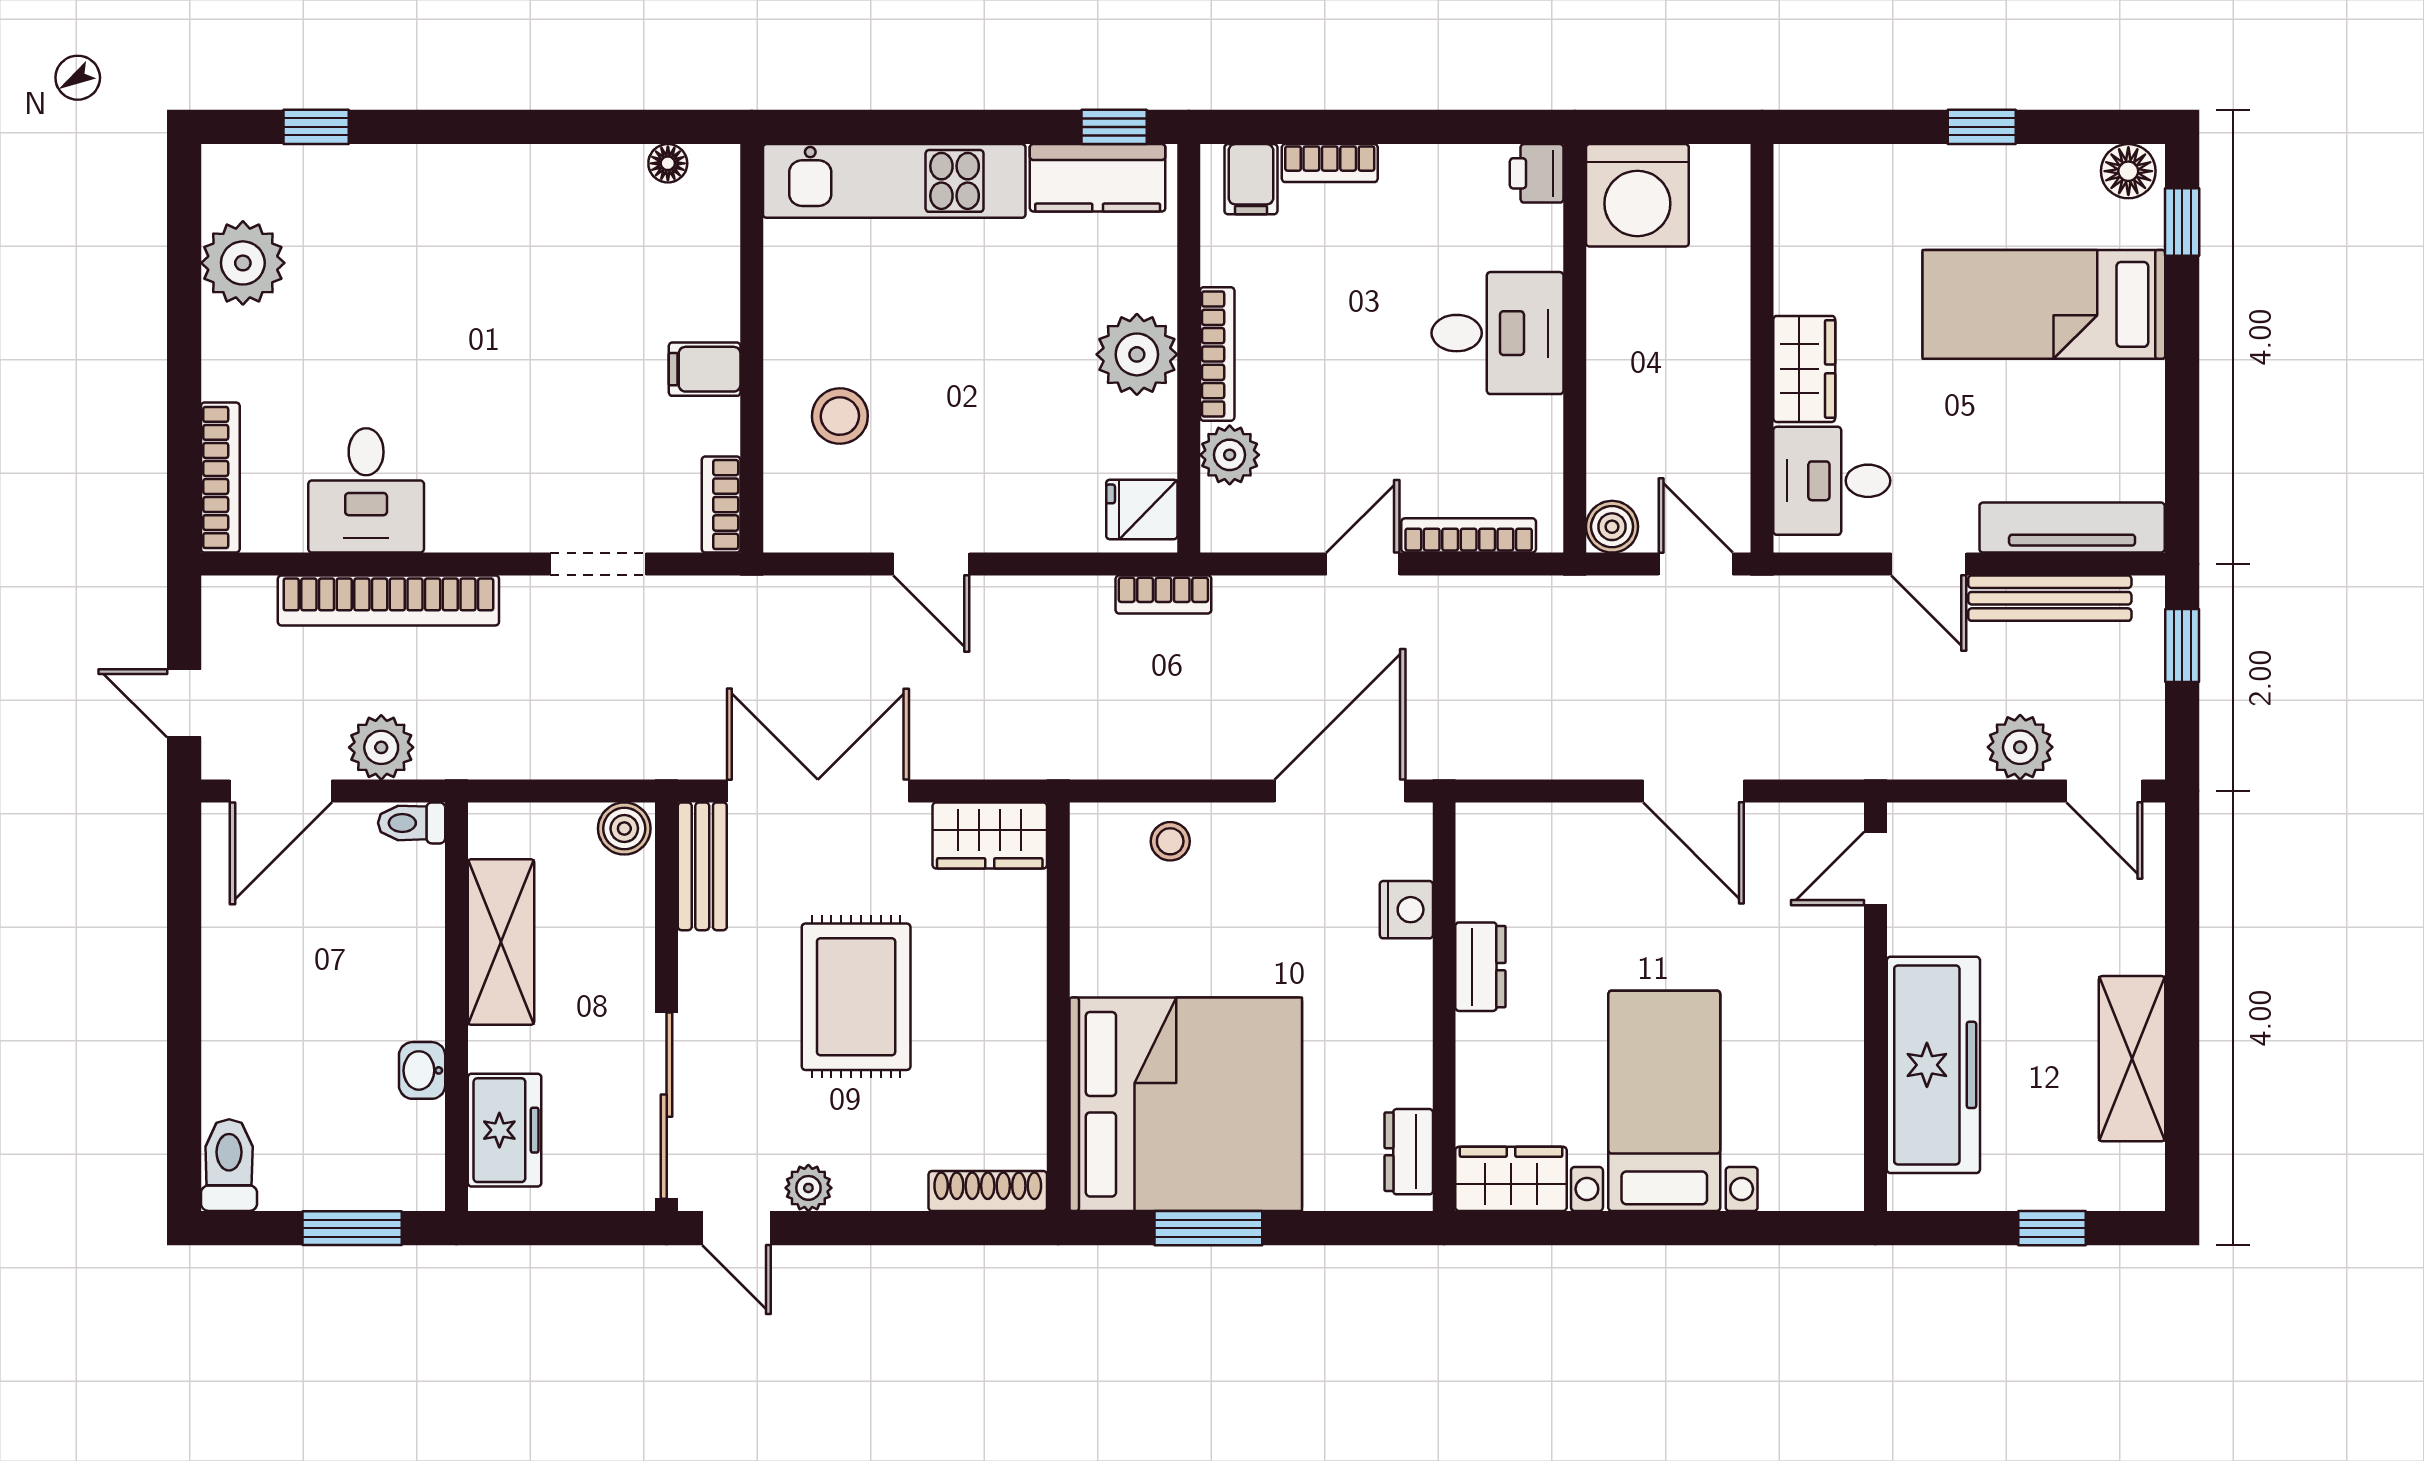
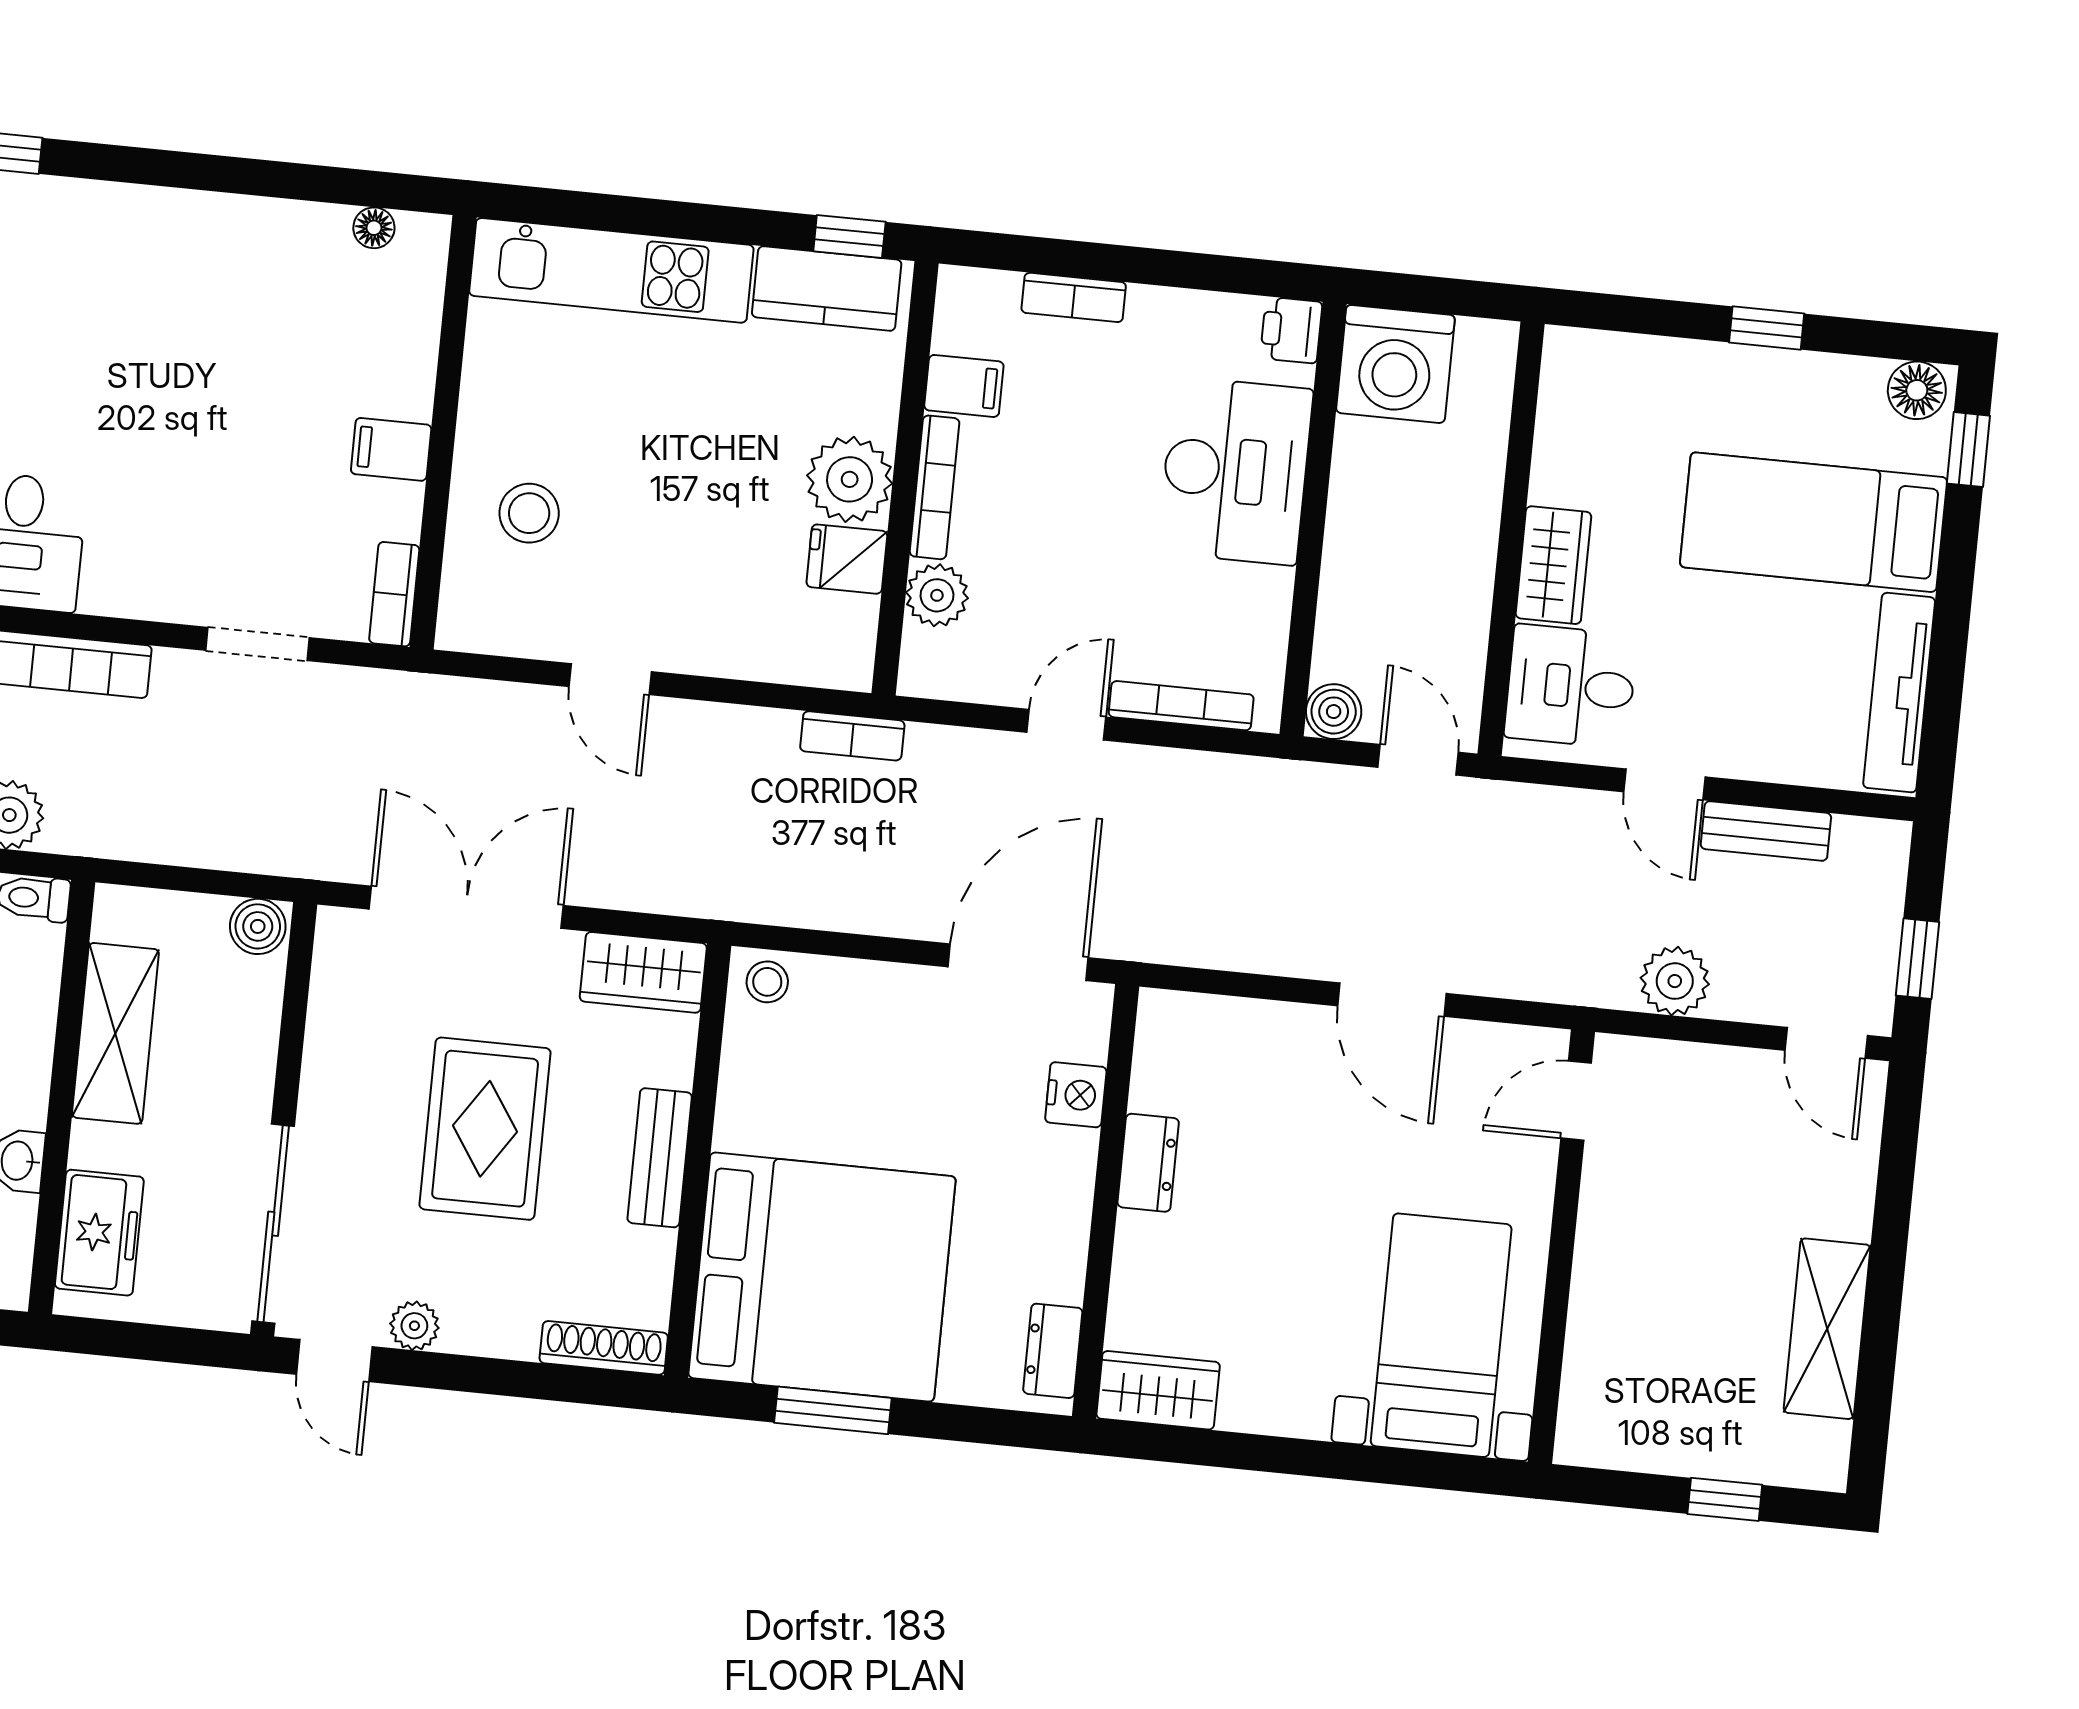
filing cabinet: (1251, 179) -> (964, 386), moved, turned -90
desk: (1497, 333) -> (1235, 471), width x1.37
fridge: (1142, 509) -> (847, 559), moved
tv unit: (2072, 528) -> (1899, 693), moved, turned -90
bench: (2050, 598) -> (1766, 831), width x0.73
window: (2182, 645) -> (1918, 959), moved
plant: (2020, 747) -> (1675, 981), moved
stool: (1170, 841) -> (767, 982), moved
bench: (702, 866) -> (660, 1158), moved
freezer: (1933, 1065) -> (1617, 1314), removed
bed with nightstands: (1664, 1101) -> (1441, 1335), moved

